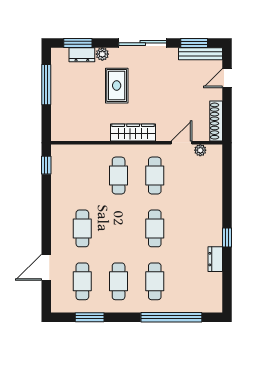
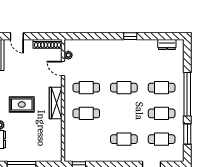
rug: (117, 86) -> (22, 105), moved
dresser: (215, 259) -> (167, 44), moved
window: (171, 317) -> (187, 94), moved

